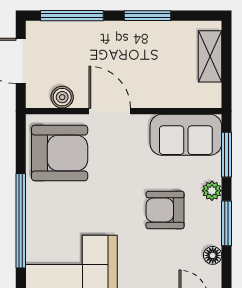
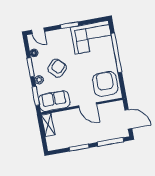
shelving: (210, 56) -> (48, 125), moved
boiler: (62, 97) -> (108, 107), removed
armchair: (60, 153) -> (105, 84), turned 90
armchair: (165, 210) -> (57, 68), turned -46

